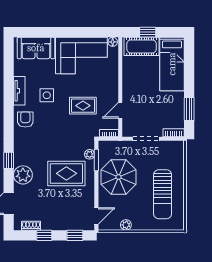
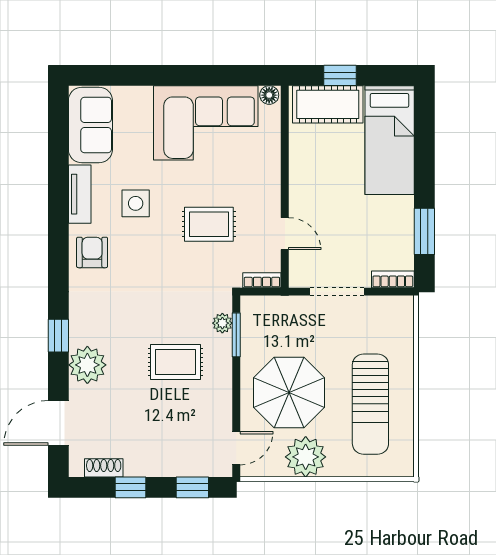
sofa: (36, 48) -> (90, 125), moved, turned -90
door: (120, 110) -> (285, 234), swing flipped
rug: (66, 173) -> (175, 362), width x0.73, depth x0.70
parasol: (118, 177) -> (289, 392), moved
plant: (126, 225) -> (306, 457), width x1.87, depth x1.87

